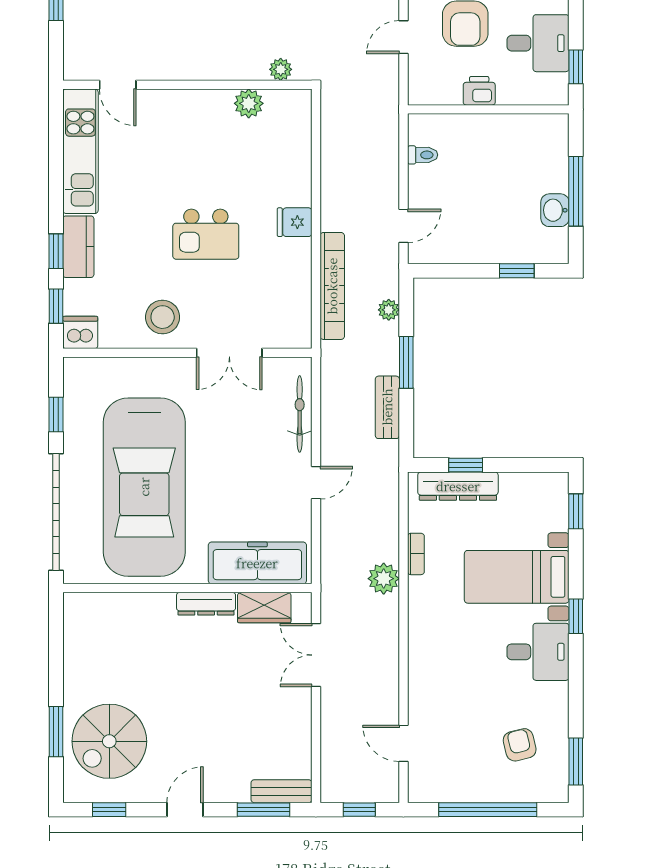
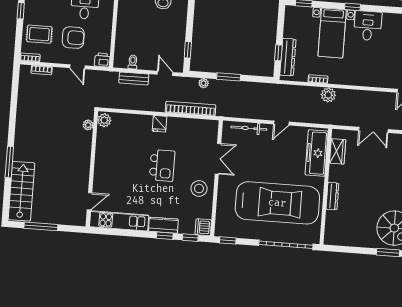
printer: (479, 91) -> (102, 60), moved, turned 90
plant: (249, 103) -> (104, 120), moved
window: (517, 271) -> (188, 50), moved
bench: (387, 407) -> (134, 79), moved
window: (56, 414) -> (228, 240), moved
door: (316, 483) -> (281, 123), swing flipped
dresser: (206, 604) -> (332, 196), moved
double door: (316, 655) -> (373, 130), moved

